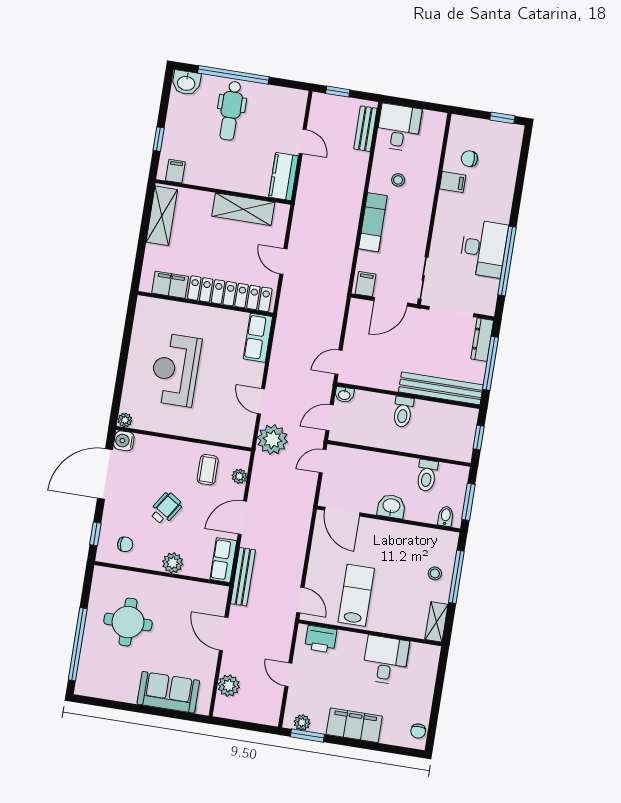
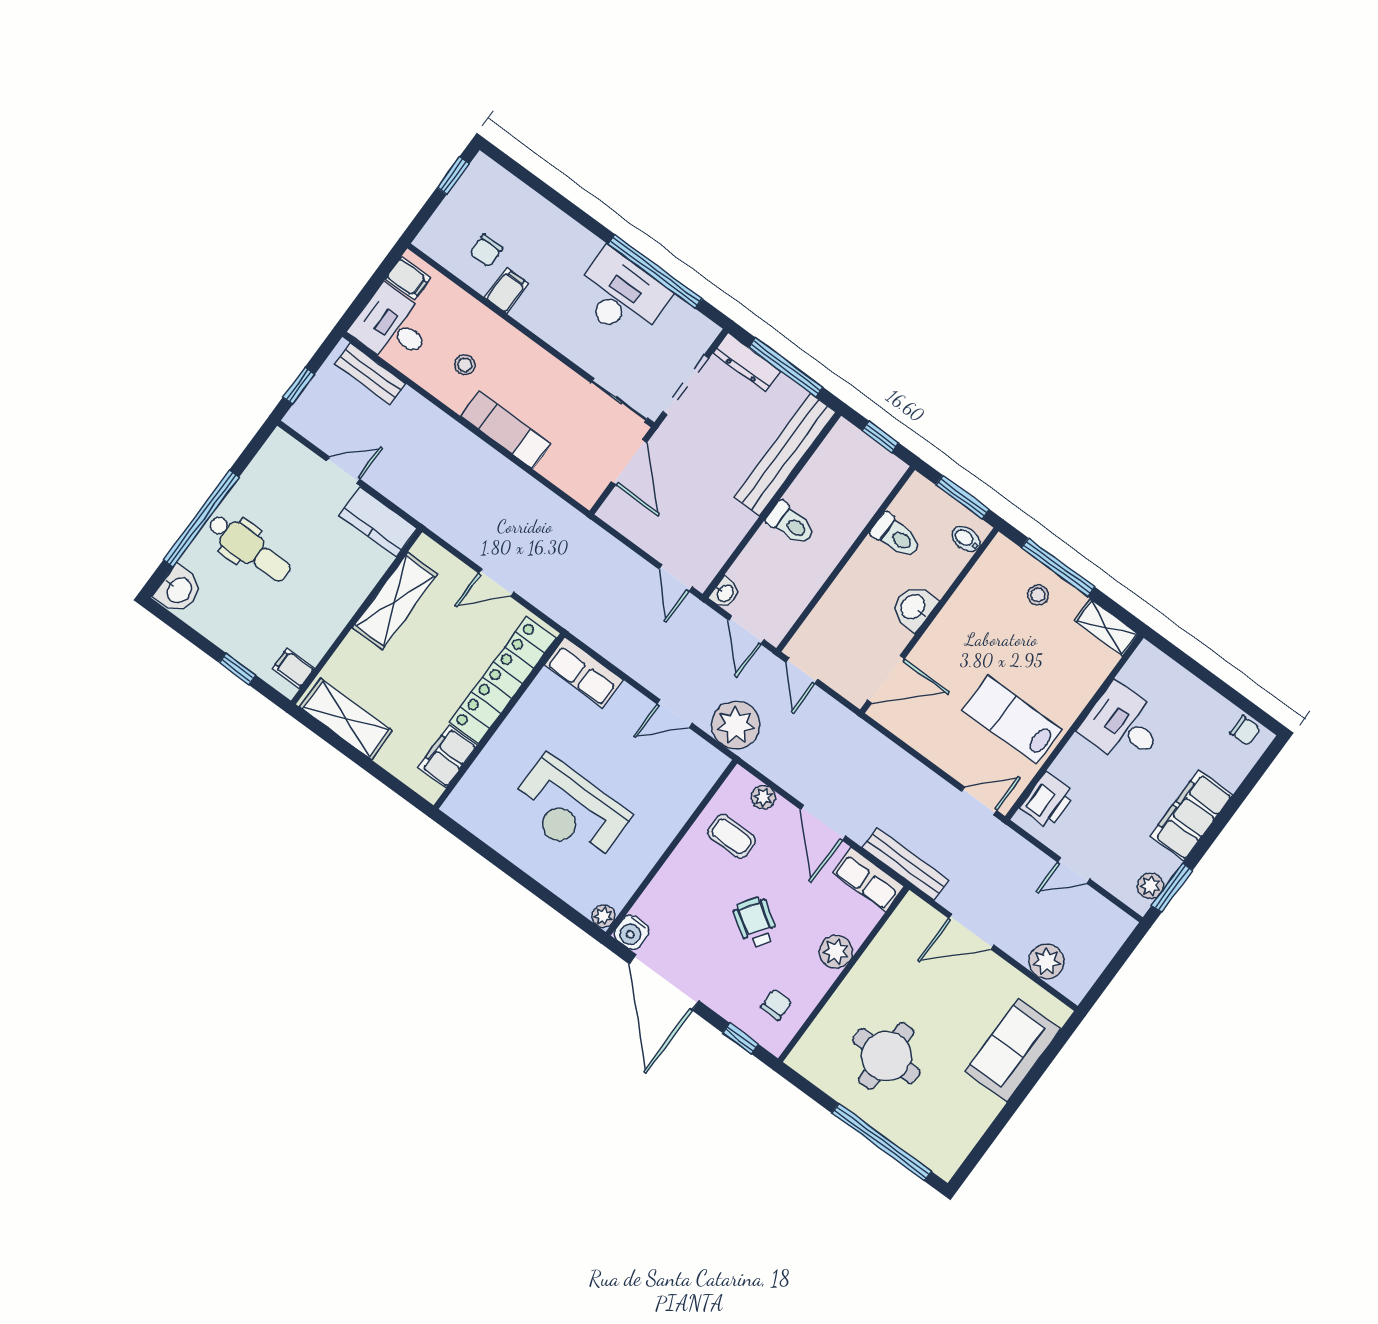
filing cabinet: (366, 284) -> (408, 278), moved, turned 180

